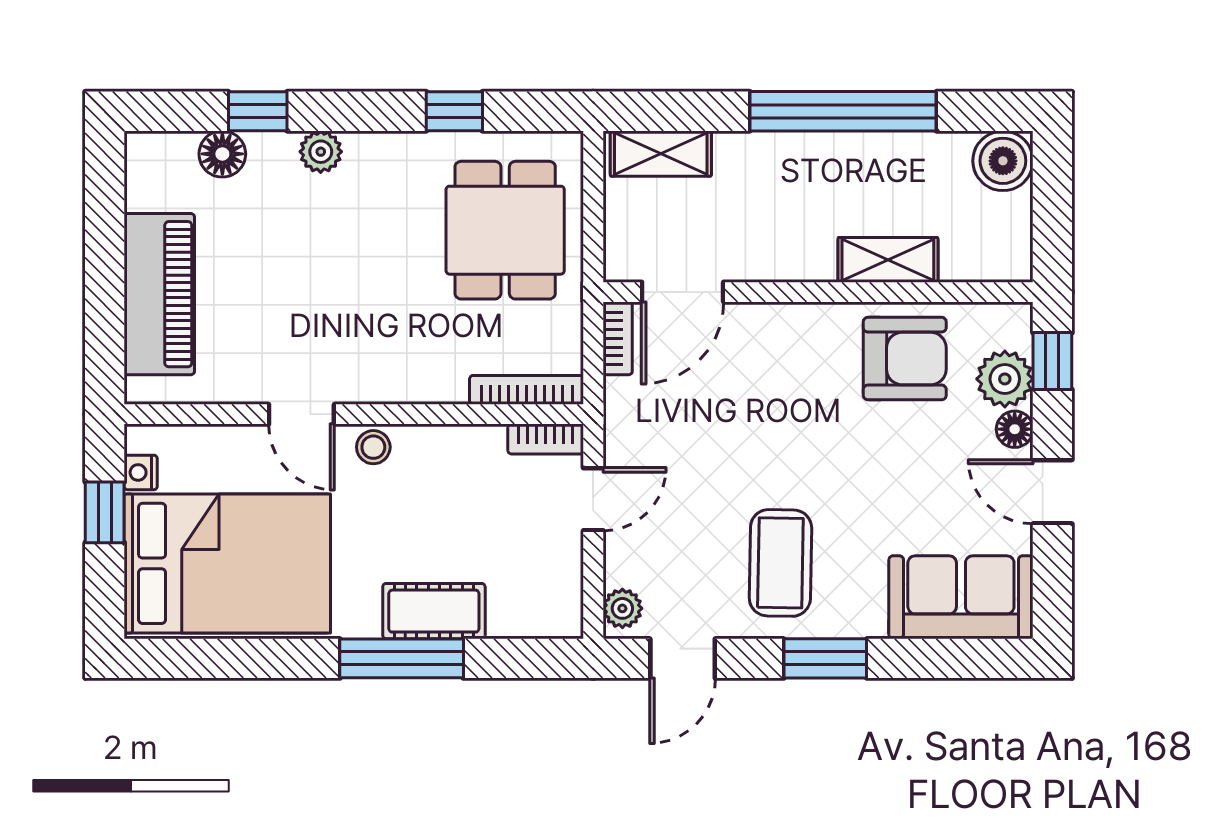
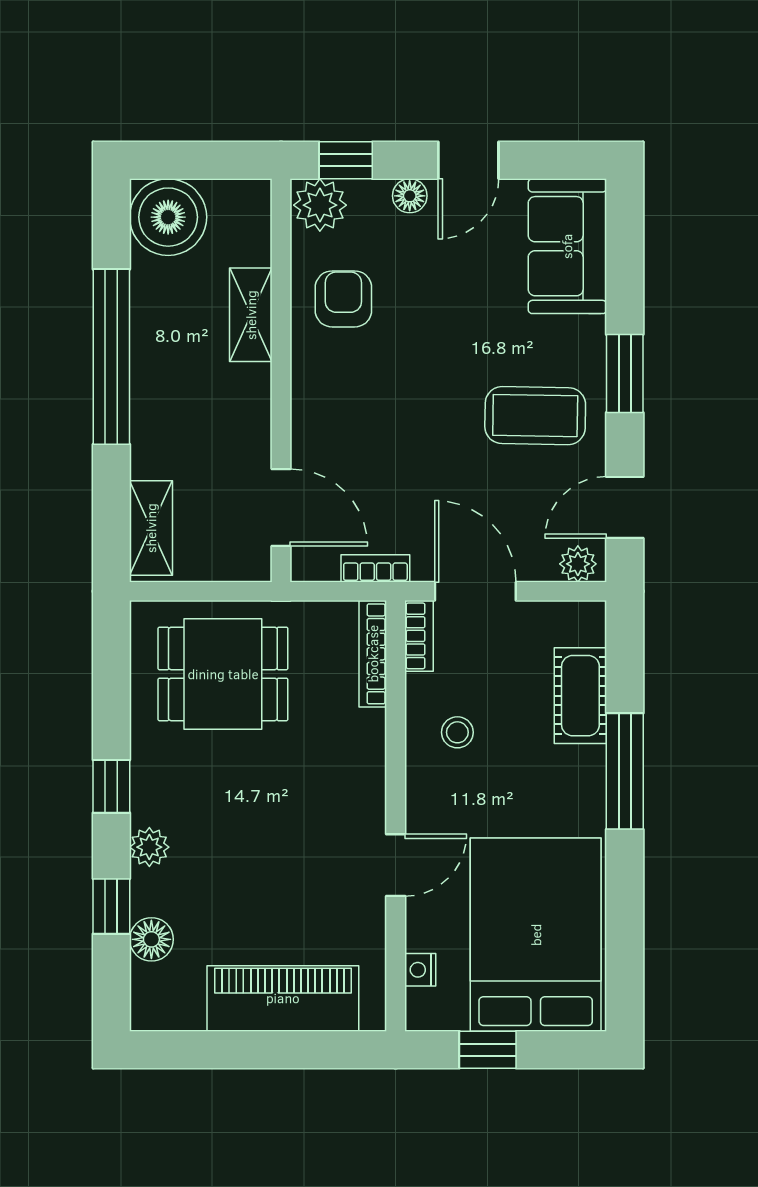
window: (454, 111) -> (111, 786), moved
boiler: (1003, 161) -> (168, 217), width x1.37, depth x1.37
bookcase: (618, 338) -> (375, 568), moved
armchair: (905, 359) -> (343, 299), width x0.72, depth x0.72
plant: (1005, 379) -> (320, 205), moved
stool: (373, 447) -> (457, 732), moved
nightstand: (141, 472) -> (420, 970), moved, turned 90
door: (593, 499) -> (475, 591), width x1.38
cot: (434, 611) -> (580, 696), moved
door: (683, 658) -> (625, 507), swing flipped

